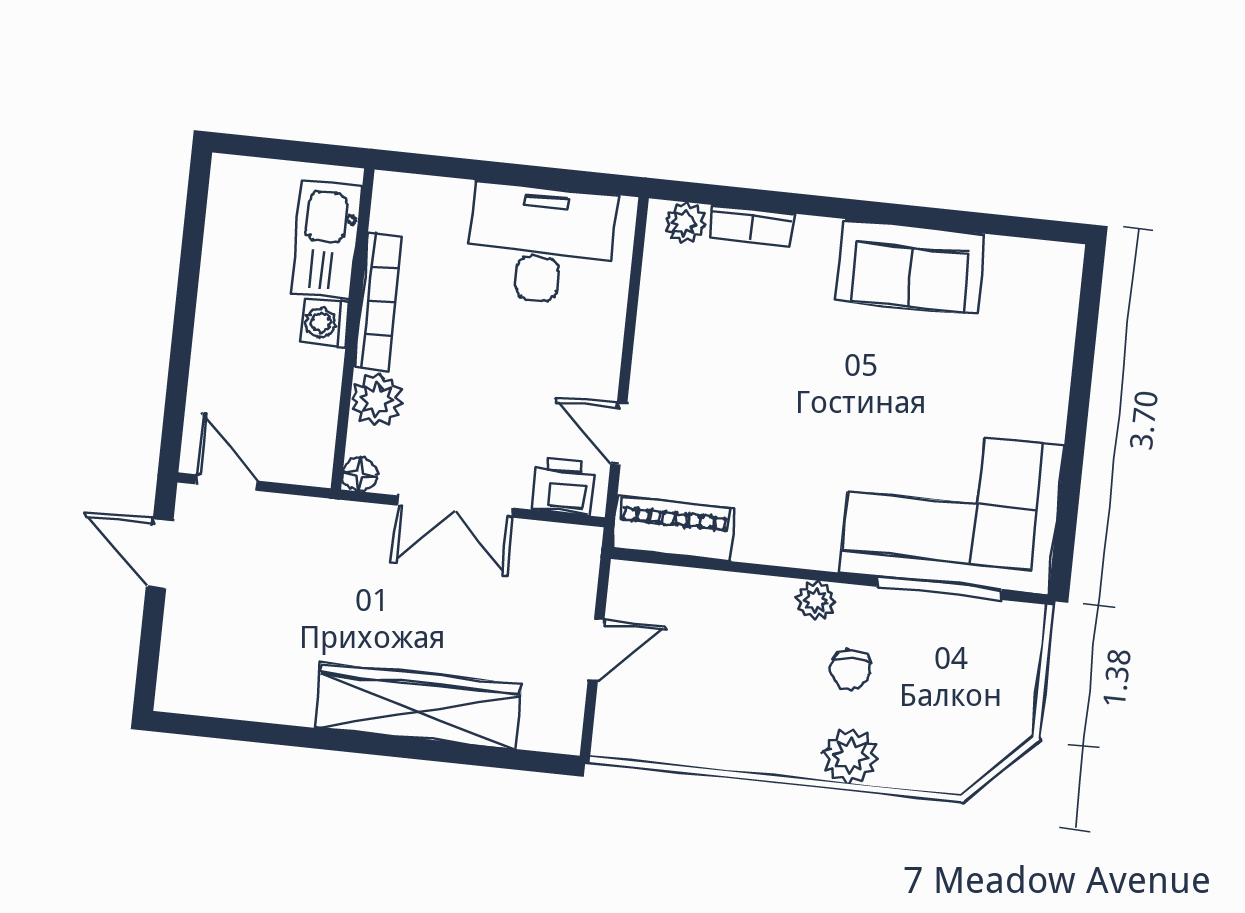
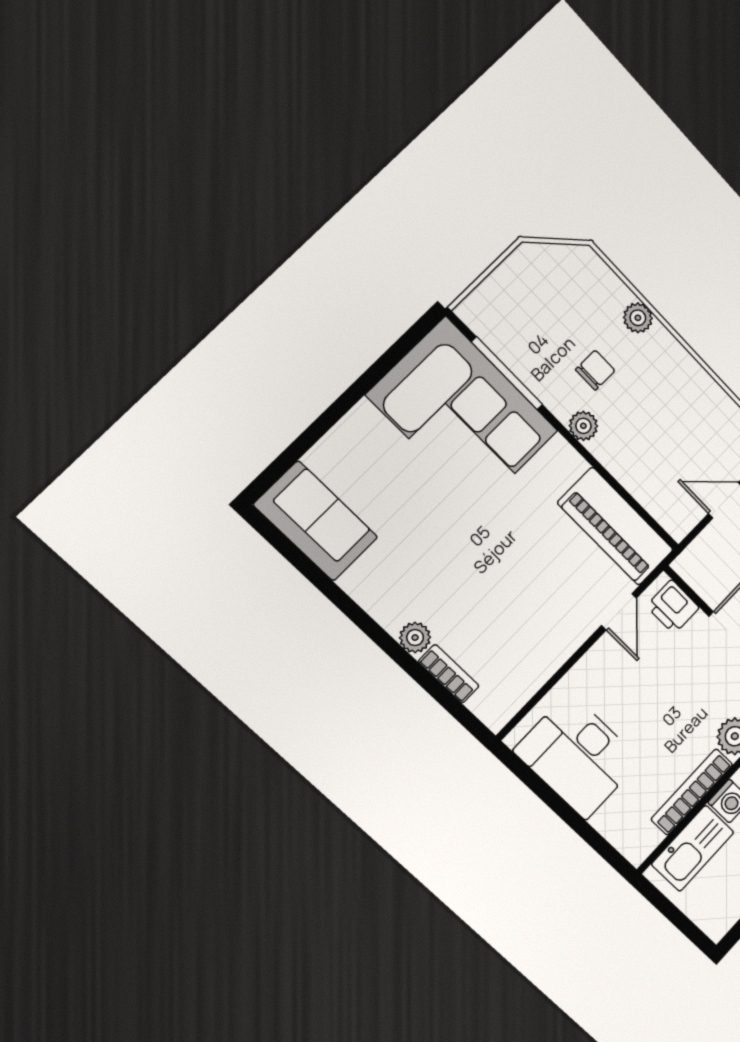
plant: (685, 223) -> (415, 638), moved
sofa: (911, 267) -> (316, 521), moved
piano: (673, 529) -> (616, 526), width x1.37, depth x1.33
plant: (850, 756) -> (638, 318), width x0.73, depth x0.73

